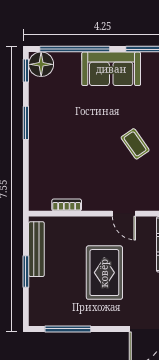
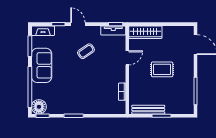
rug: (104, 273) -> (162, 69), width x0.73, depth x0.70

